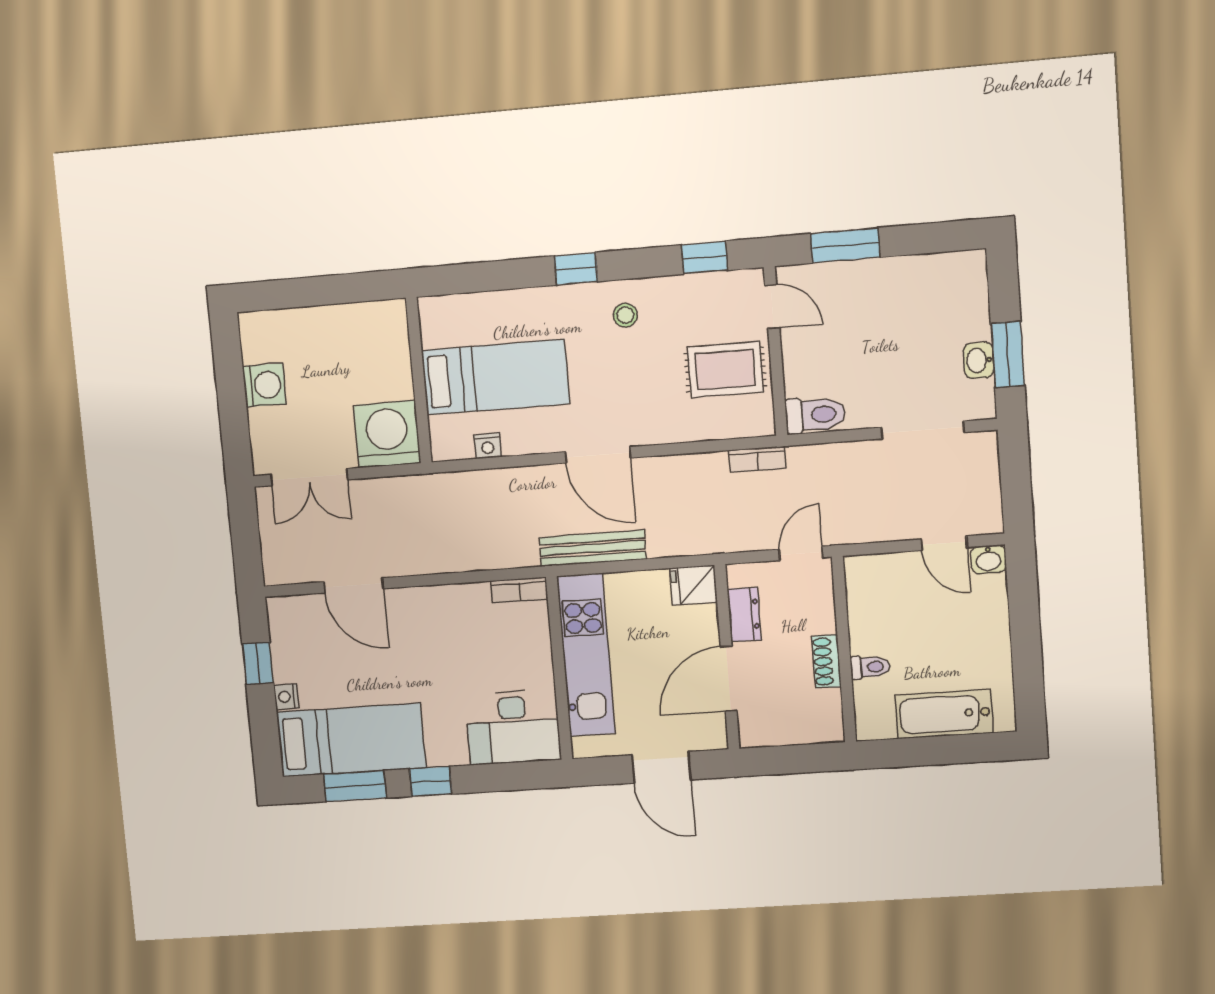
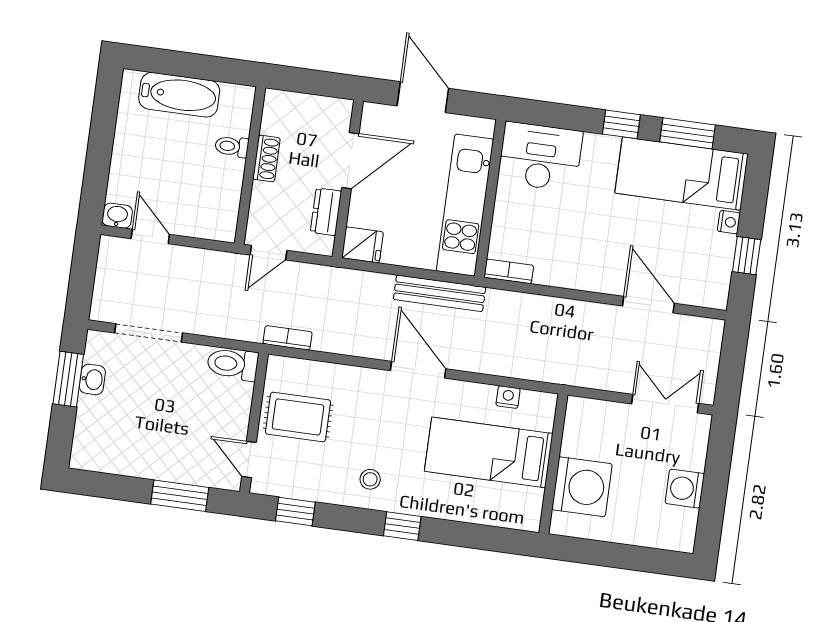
washing machine: (387, 434) -> (582, 487), moved, turned -90

